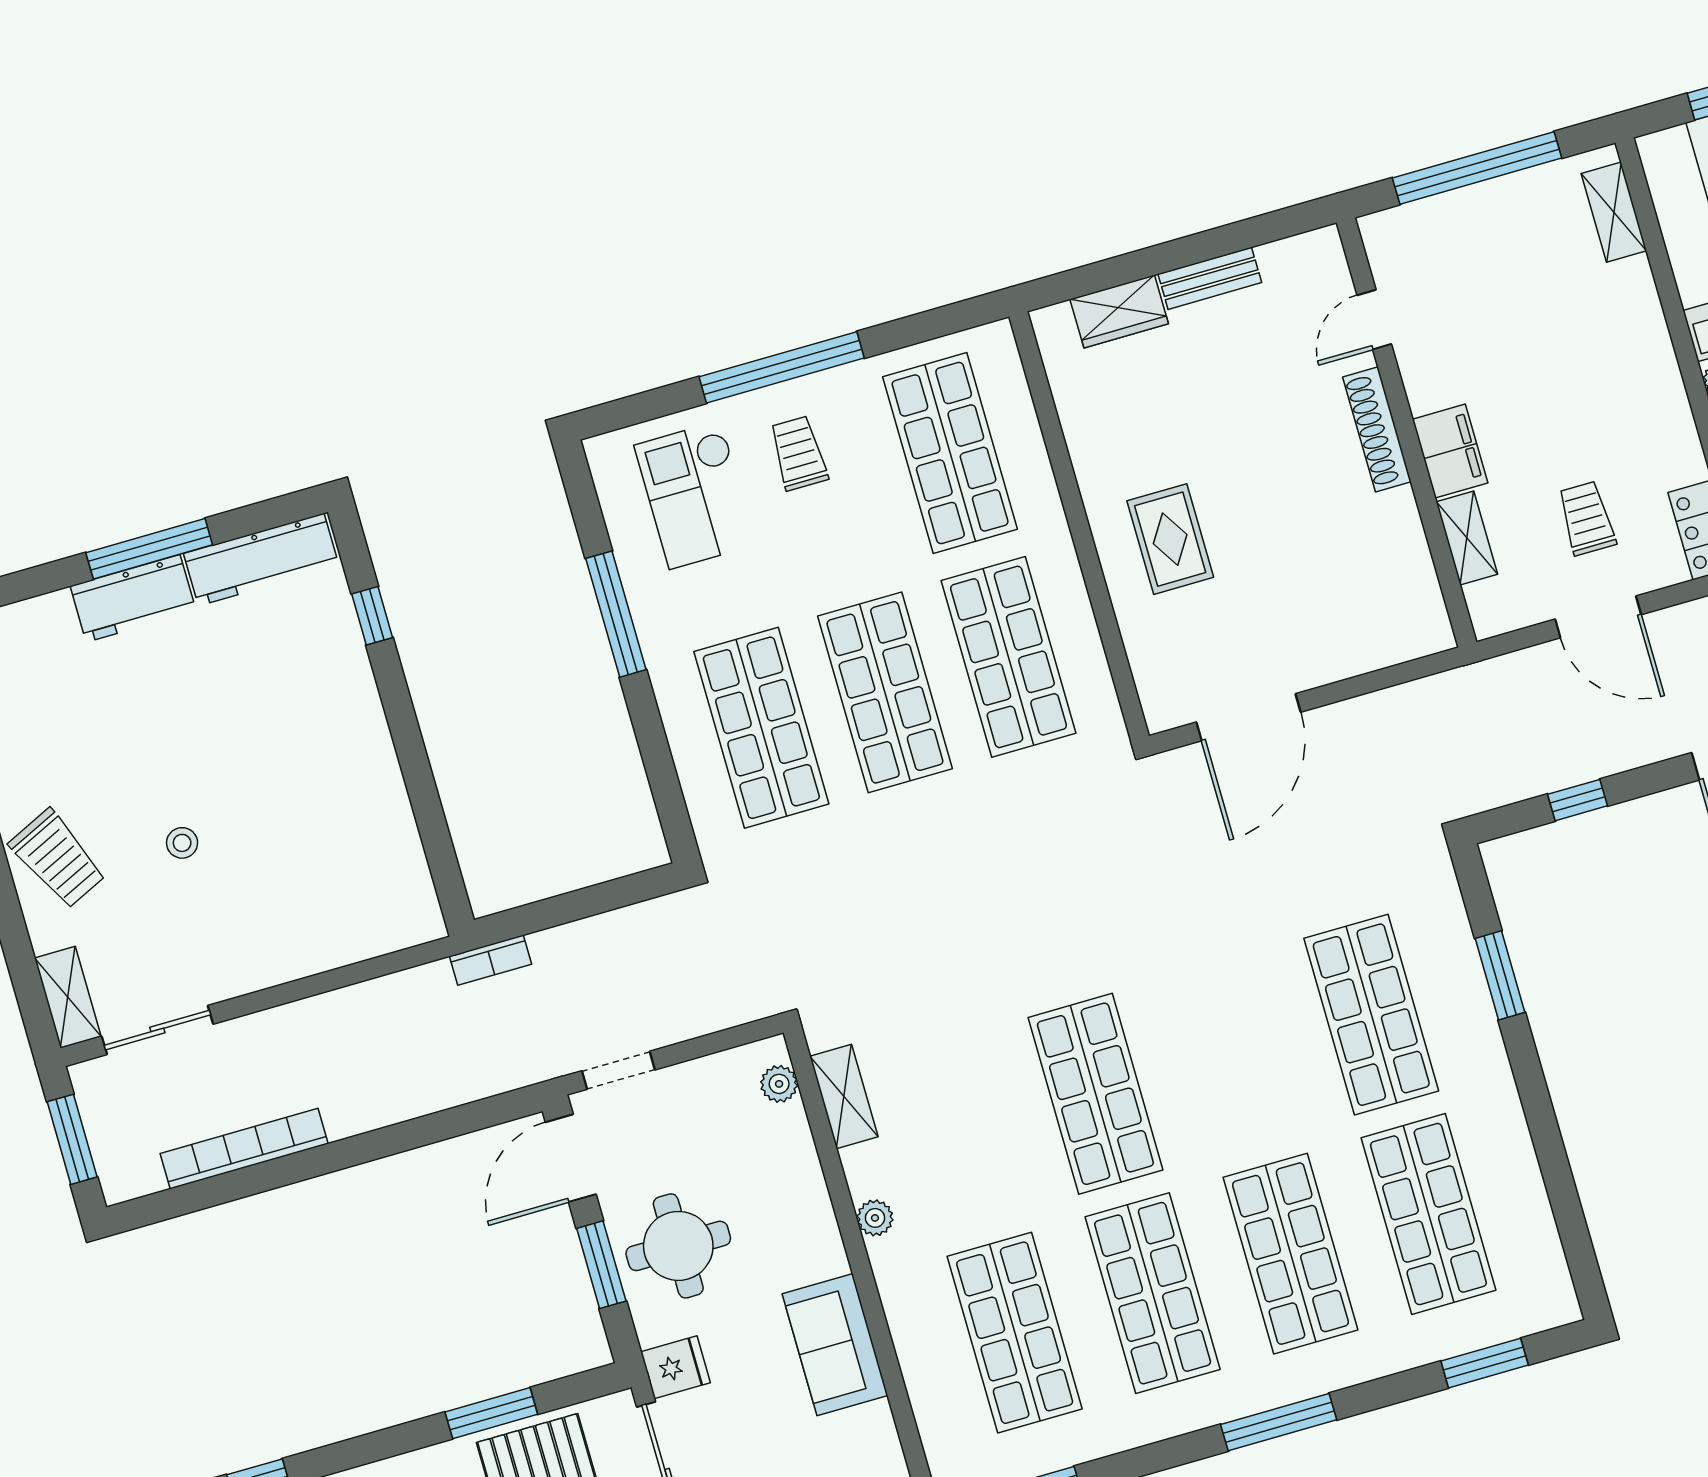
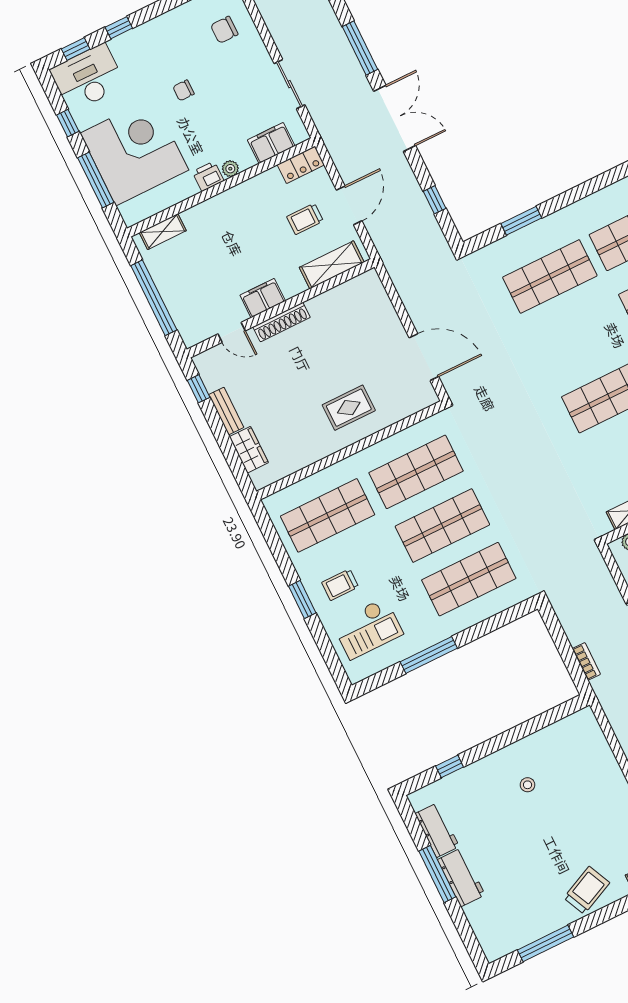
window: (1267, 228) -> (199, 389), added
window: (782, 367) -> (302, 600), width x0.47
filing cabinet: (1450, 451) -> (263, 298), moved
shelving: (1467, 538) -> (332, 265), width x1.50, depth x1.33
workbench: (261, 560) -> (437, 830), width x0.73
stool: (182, 843) -> (528, 785), moved
bookcase: (490, 960) -> (586, 661), moved

